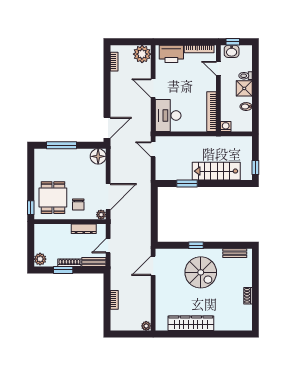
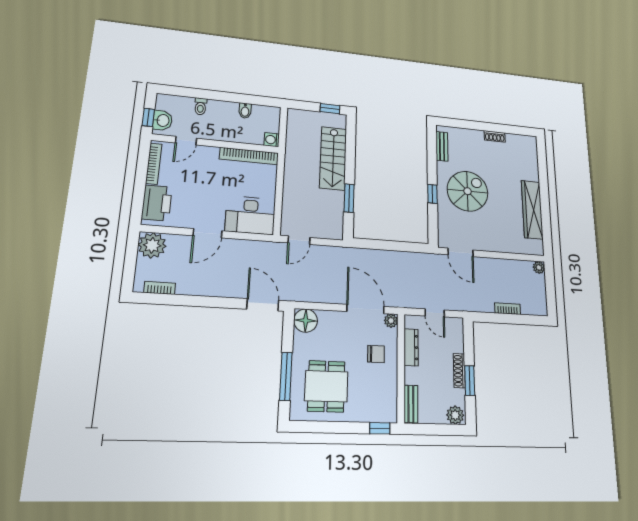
shower: (244, 88) -> (219, 110), removed
dining table: (53, 198) -> (326, 386), moved, turned 90
bench: (94, 262) -> (411, 404), moved

